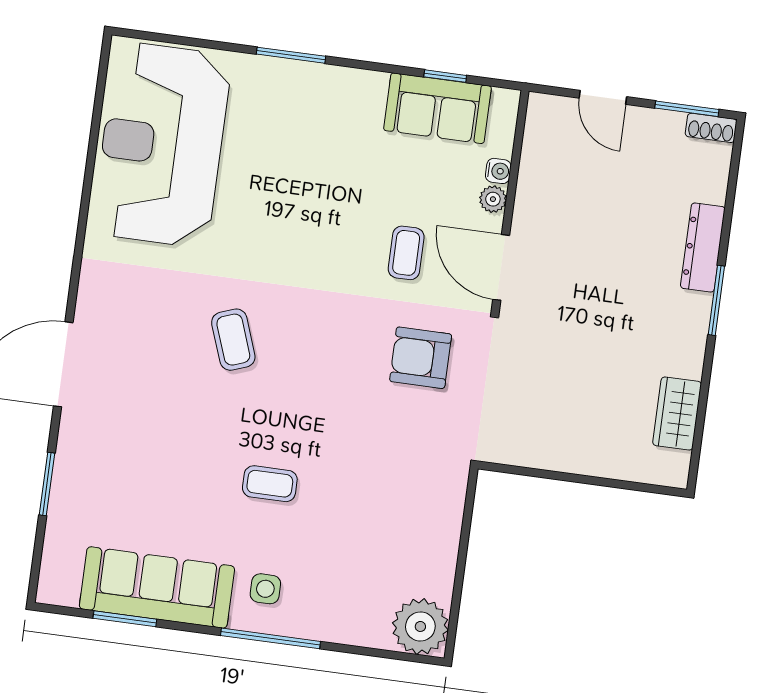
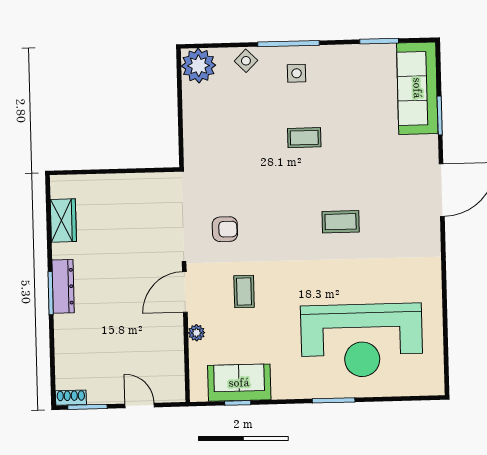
reception desk: (162, 144) -> (362, 340), moved, turned 90
water cooler: (498, 171) -> (196, 350), removed
dresser: (703, 247) -> (63, 286), moved
door: (501, 267) -> (185, 292), swing flipped
coffee table: (233, 340) -> (341, 222), turned -70
armchair: (421, 358) -> (225, 229), width x0.72, depth x0.72
sofa: (157, 587) -> (417, 88), moved, turned 90
side table: (343, 622) -> (246, 61), added

